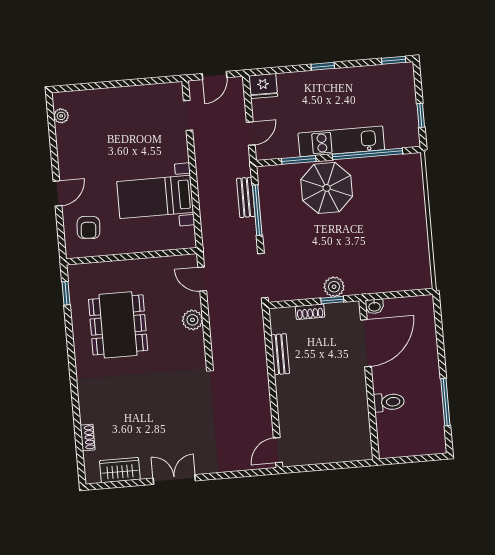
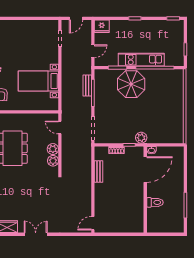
plant: (334, 287) -> (141, 138), moved
plant: (195, 342) -> (53, 161), added

